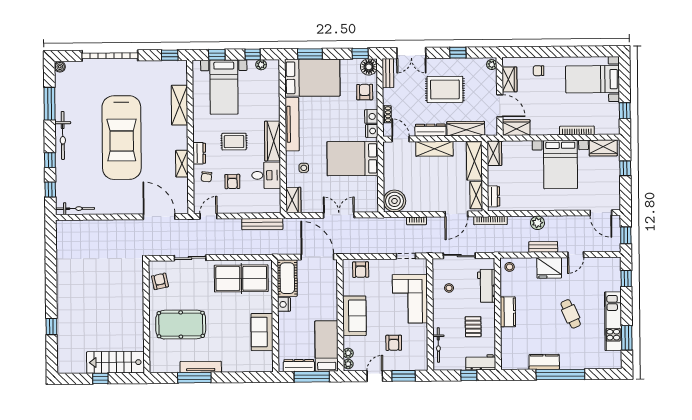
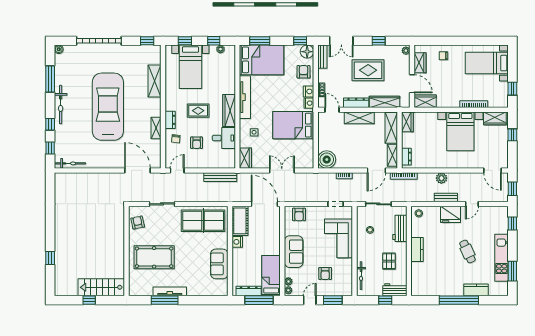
car: (122, 138) -> (108, 107), turned 180
kitchen counter: (544, 362) -> (476, 290), moved

